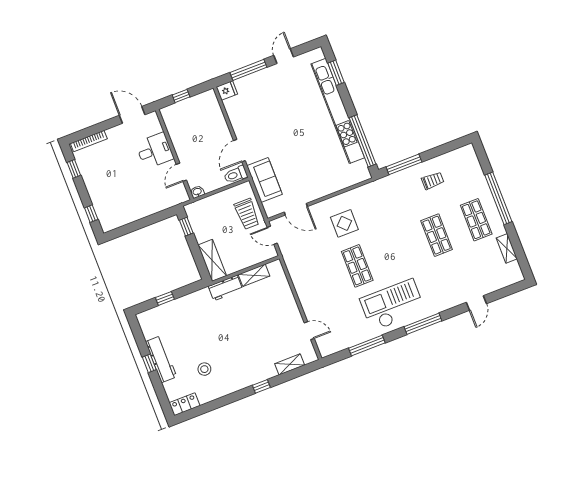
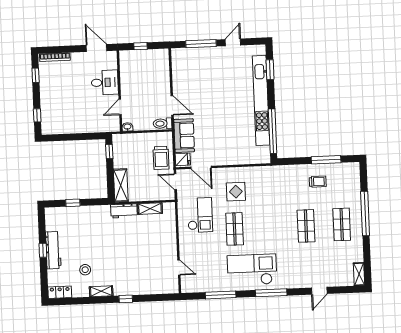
fridge: (227, 90) -> (183, 159), moved
door: (239, 151) -> (172, 105), swing flipped
window: (404, 164) -> (326, 160), moved
shelving: (507, 248) -> (359, 274), moved
checkout: (313, 263) -> (200, 215), added
shelving: (290, 364) -> (101, 291), moved

